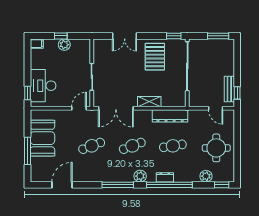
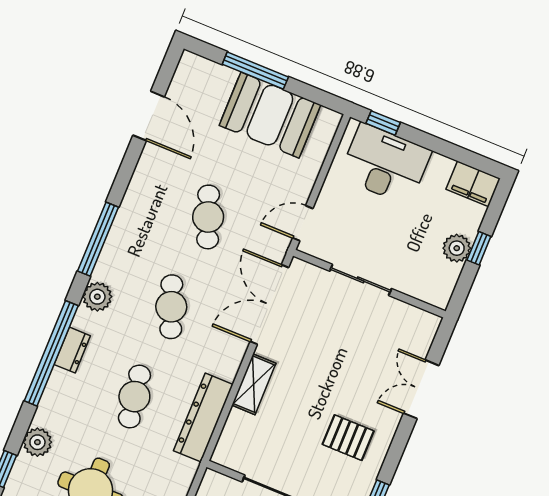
filing cabinet: (37, 44) -> (473, 184), width x2.00
pallet: (155, 57) -> (348, 438), width x0.67, depth x0.71
door: (79, 108) -> (303, 223), swing flipped

